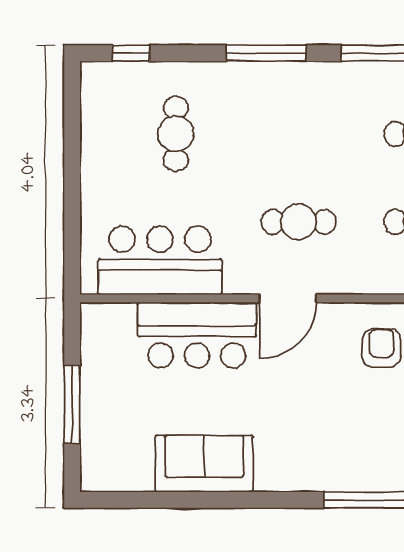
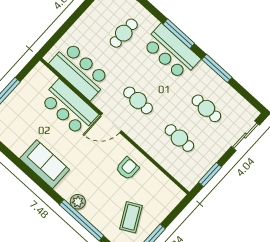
bar counter: (281, 94) -> (171, 52), added
sofa: (204, 464) -> (45, 164), moved
plant: (350, 476) -> (78, 202), added

